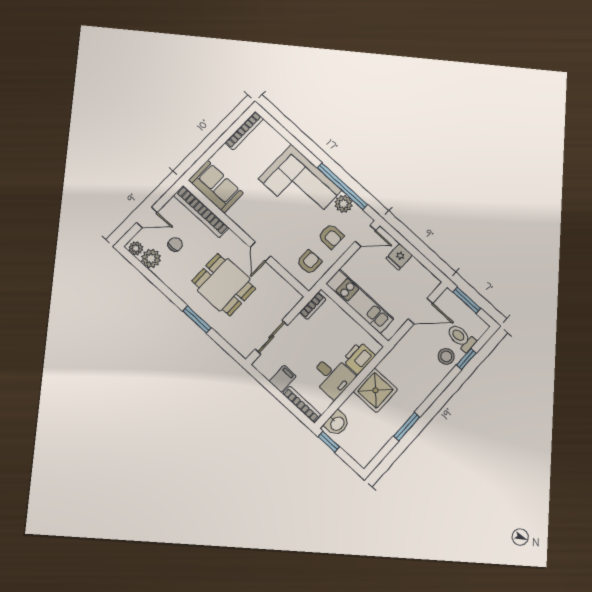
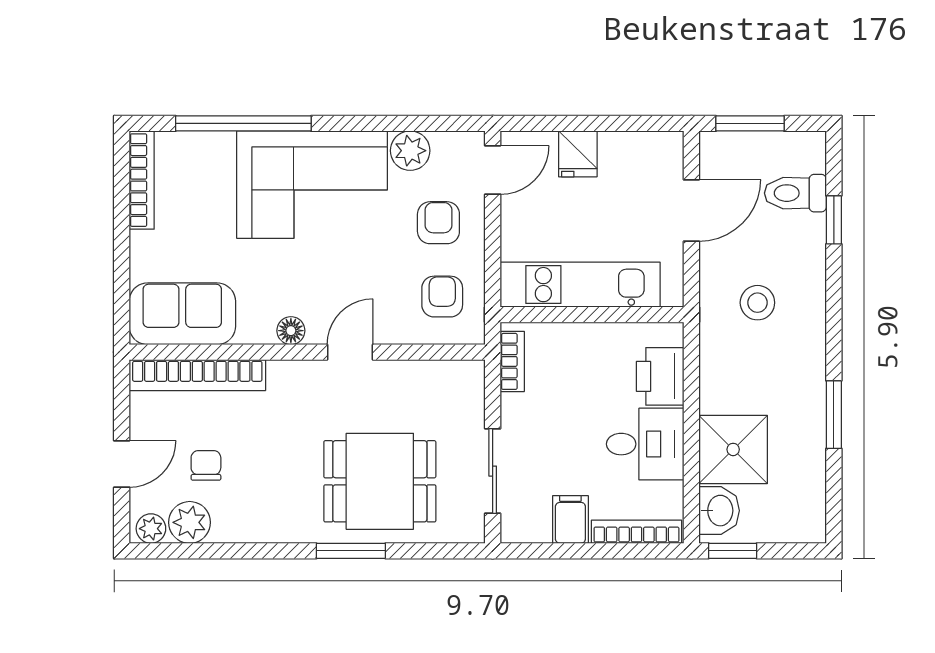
window: (342, 186) -> (243, 123), moved
floor lamp: (247, 226) -> (291, 331), added
armchair: (331, 236) -> (438, 223), turned -90
door: (260, 252) -> (350, 352), swing flipped
dining table: (224, 285) -> (380, 481), moved
stool: (446, 356) -> (757, 303), moved
shower: (375, 390) -> (733, 449), moved

